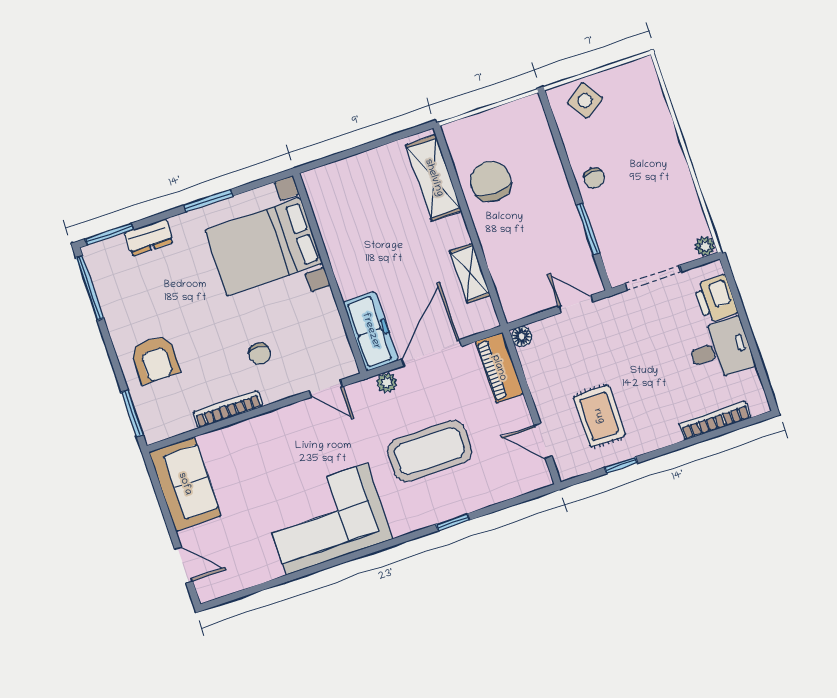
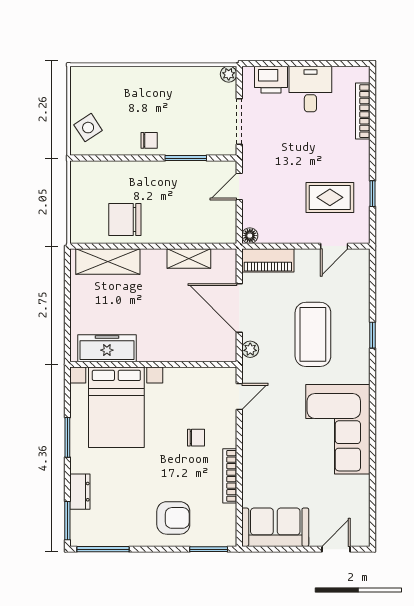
freezer: (371, 331) -> (107, 348), moved

